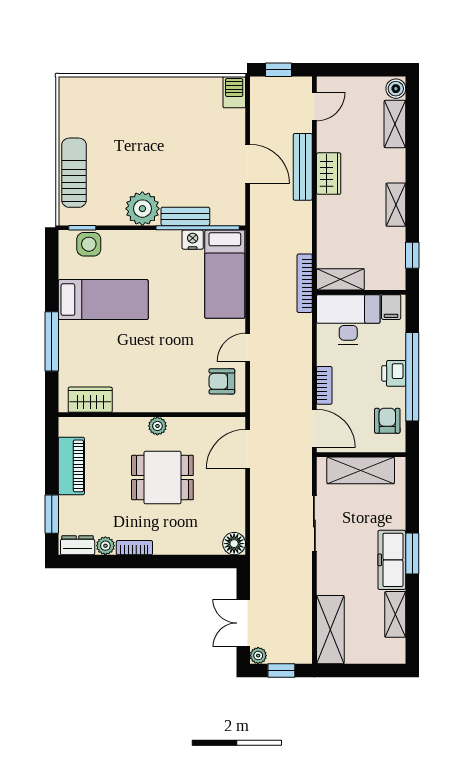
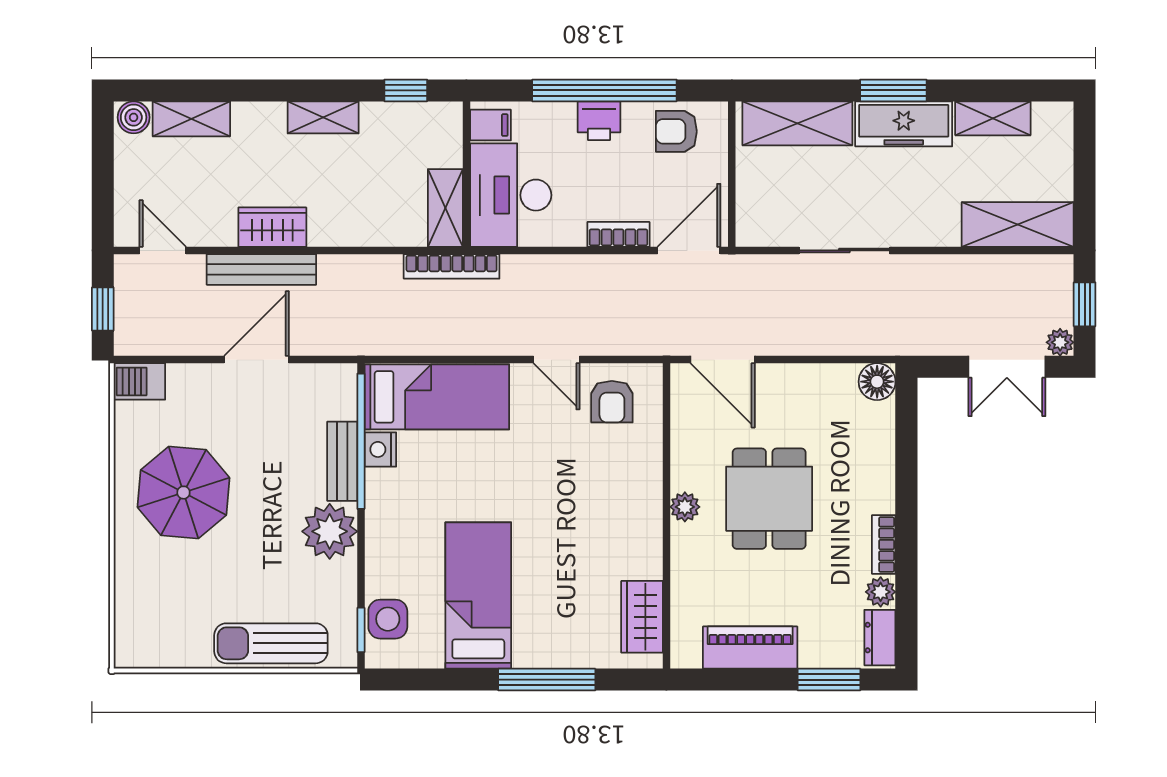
parasol: (166, 119) -> (183, 493), added
shelving: (361, 470) -> (797, 123), moved, turned 90

